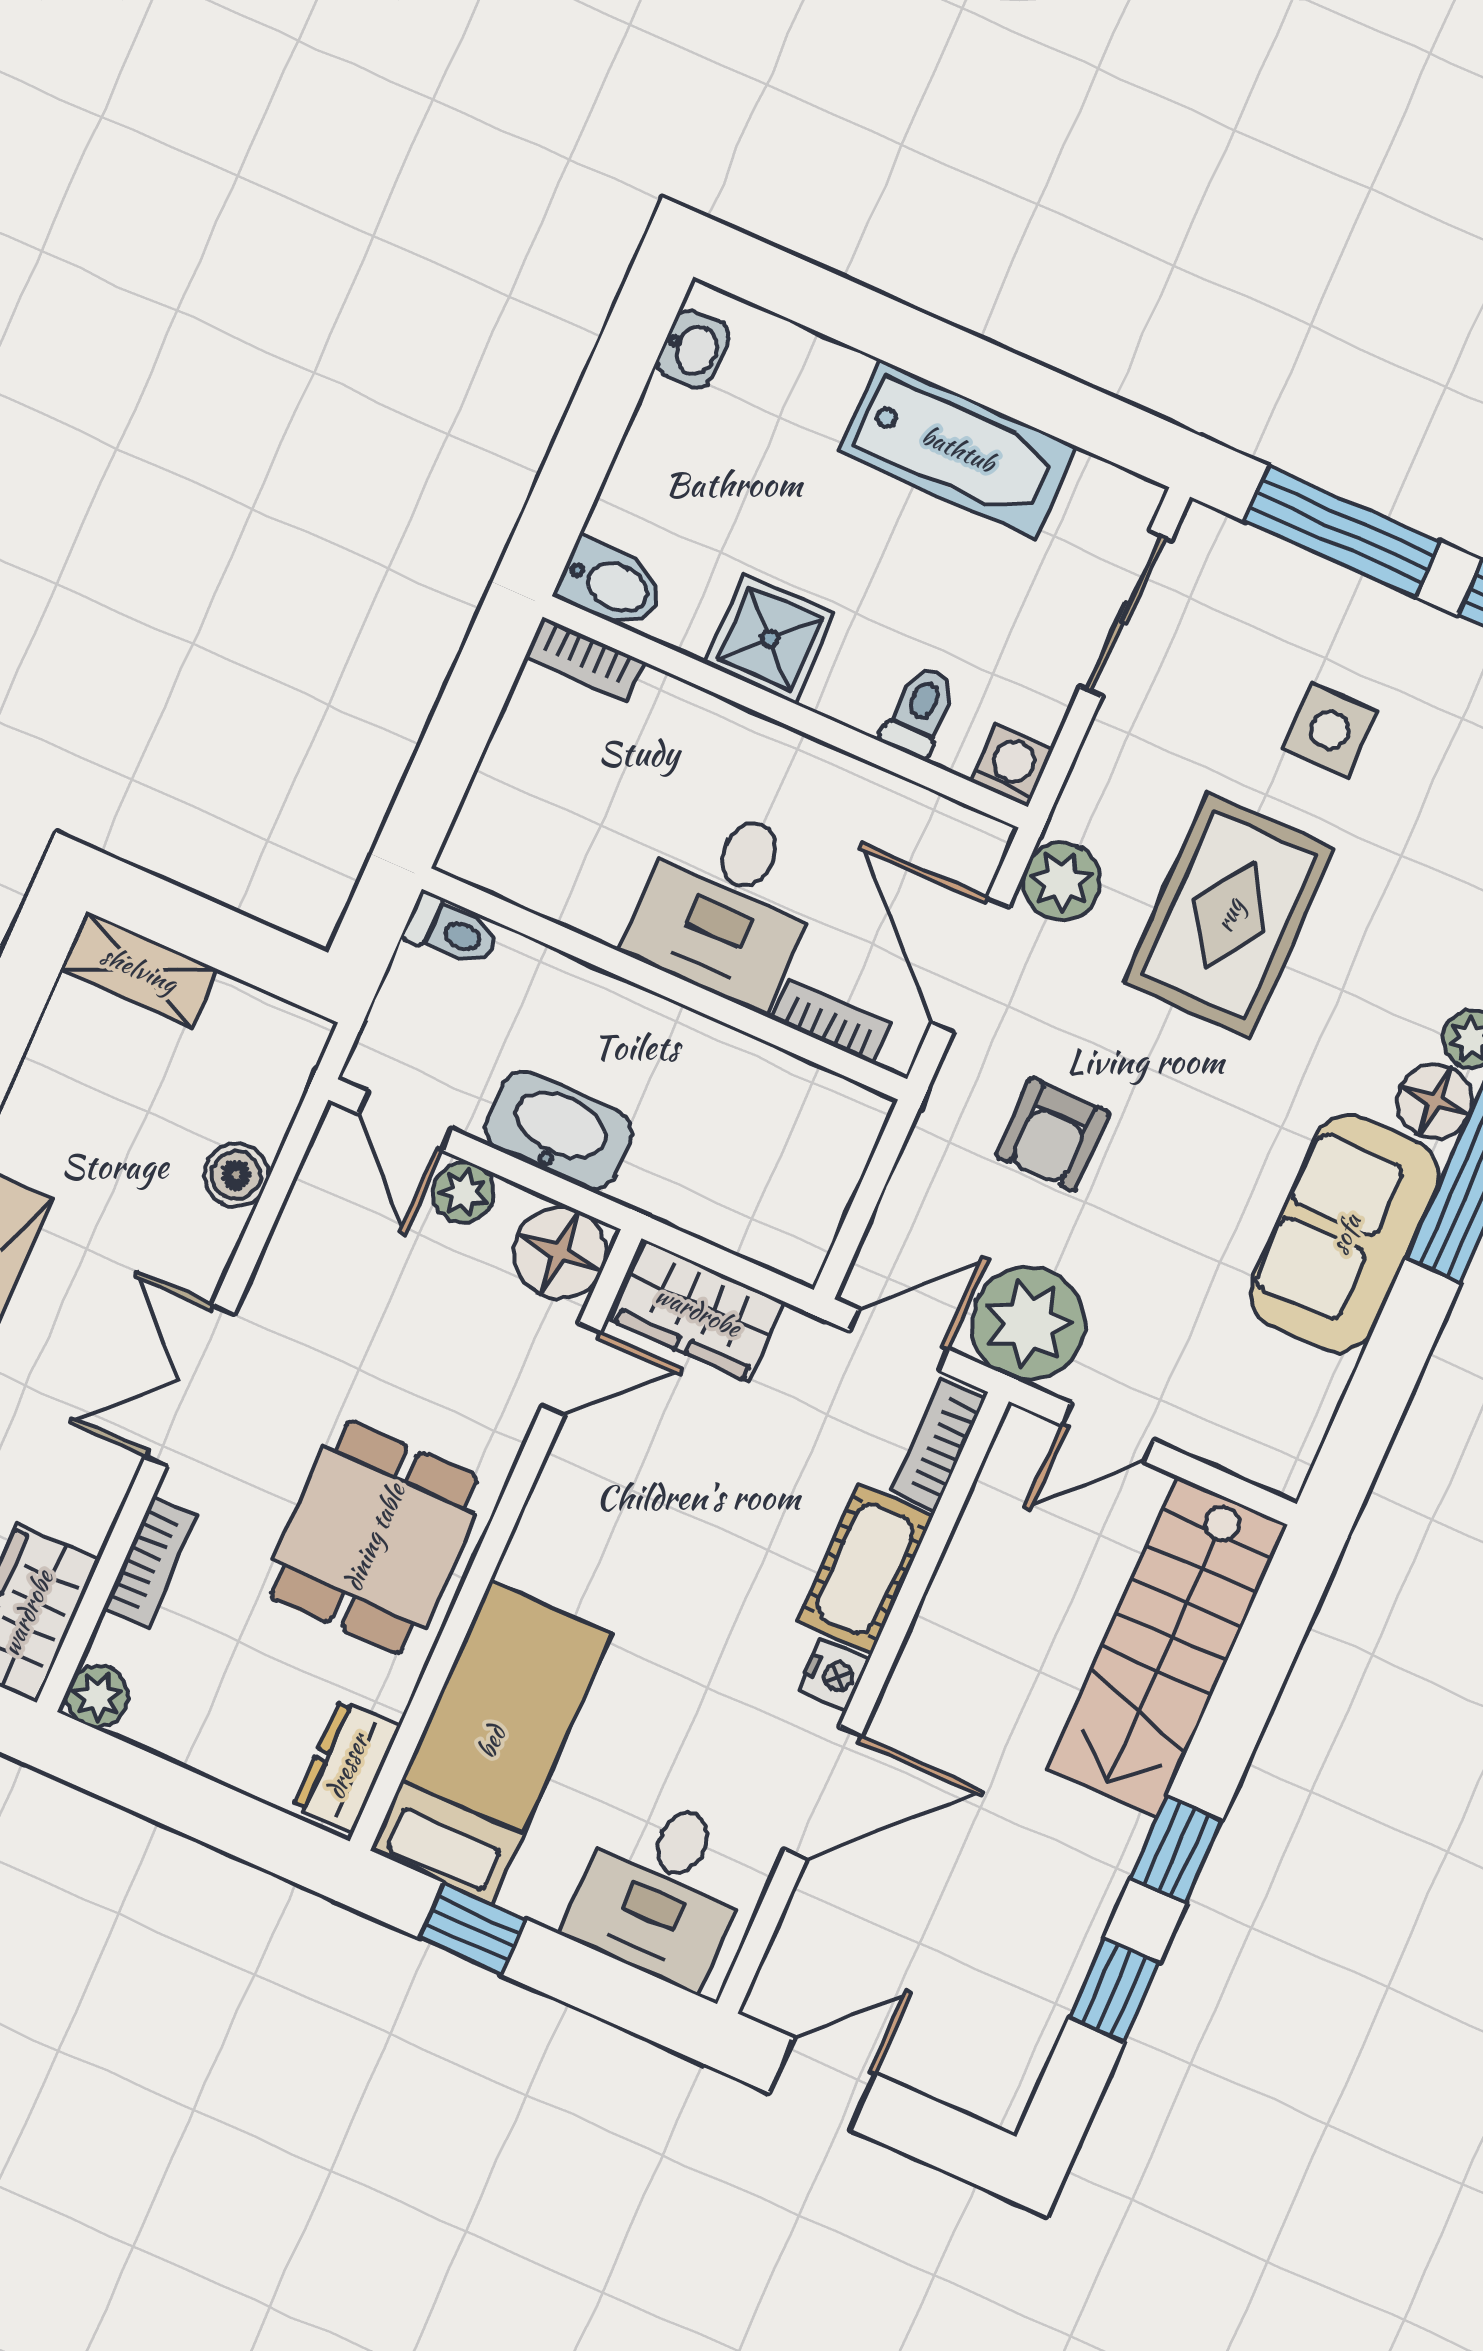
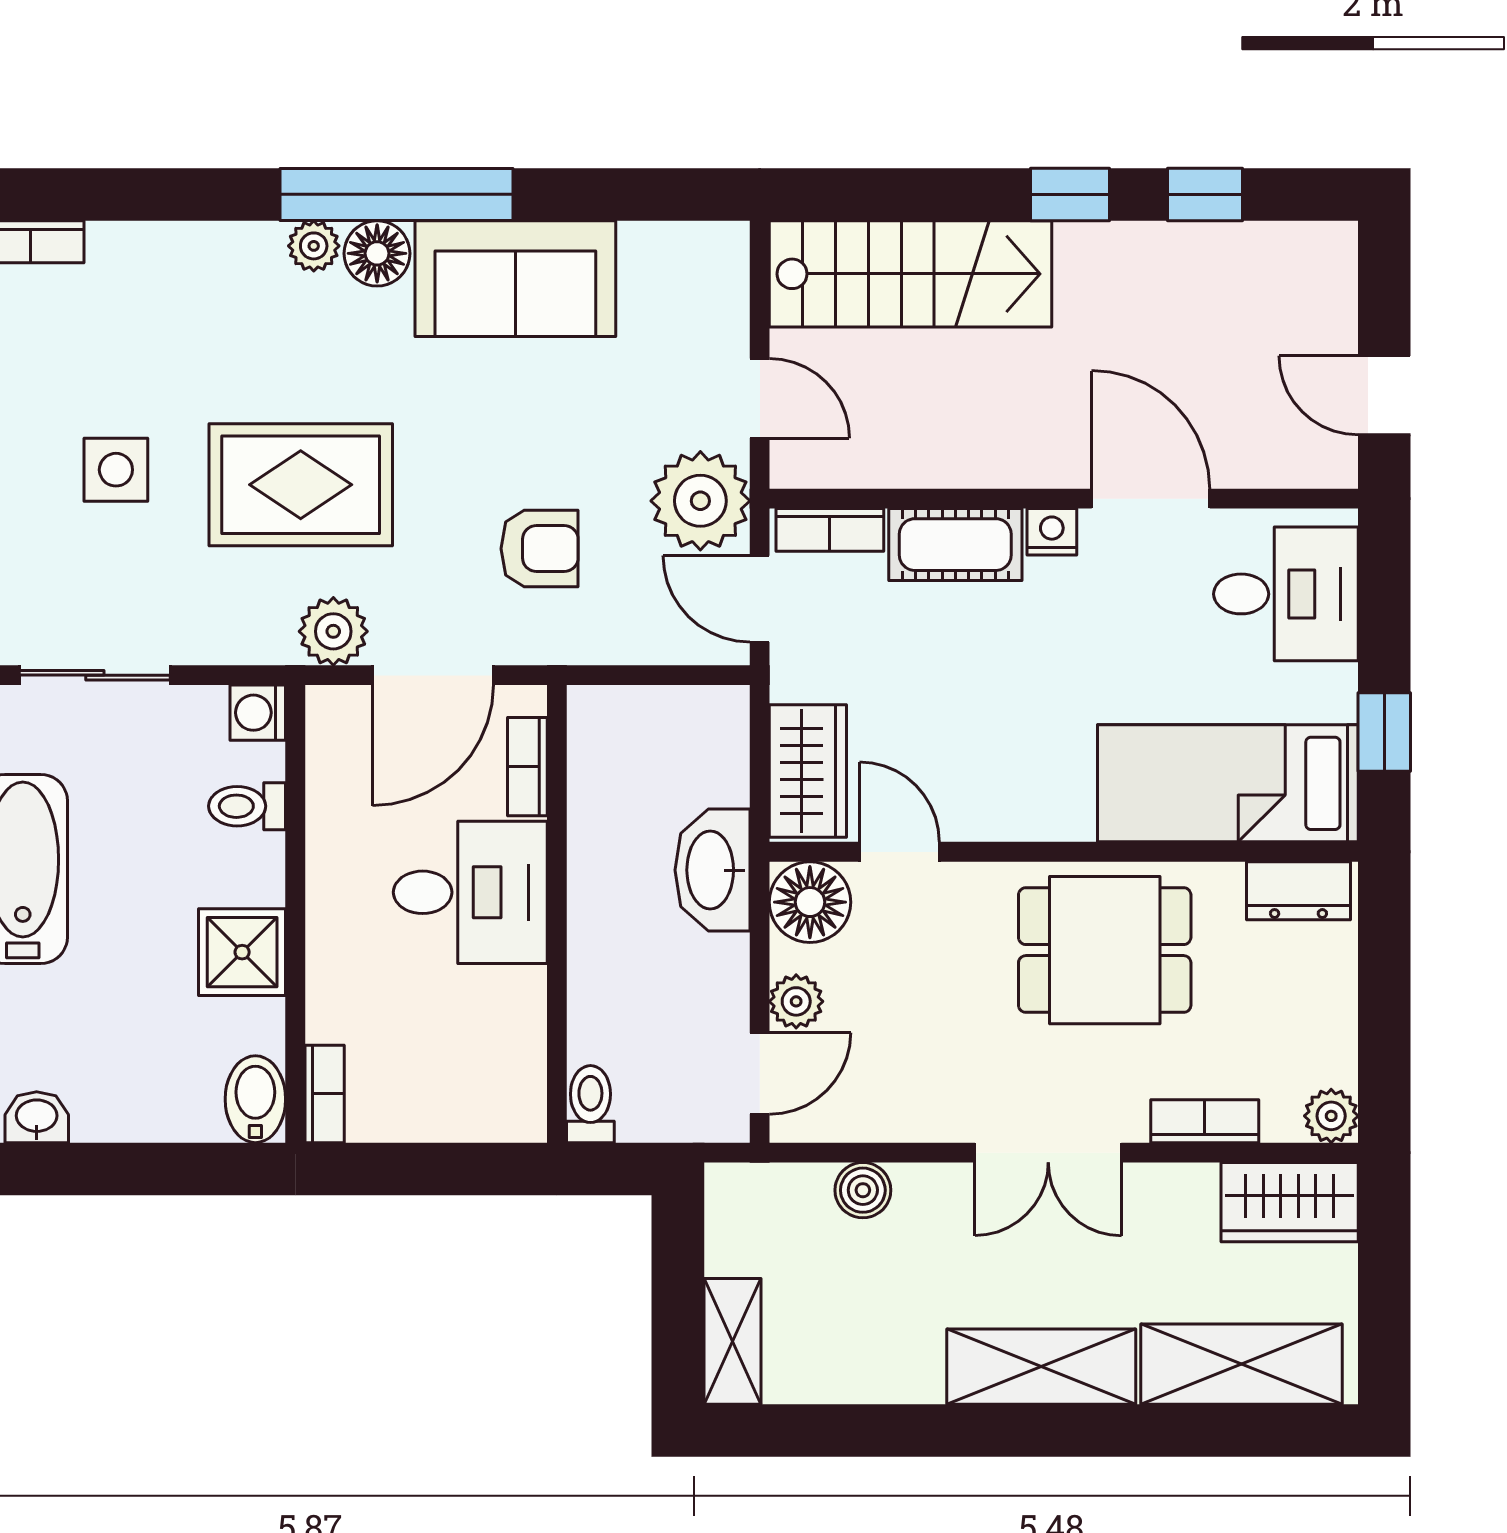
washbasin: (558, 1131) -> (712, 870), moved

